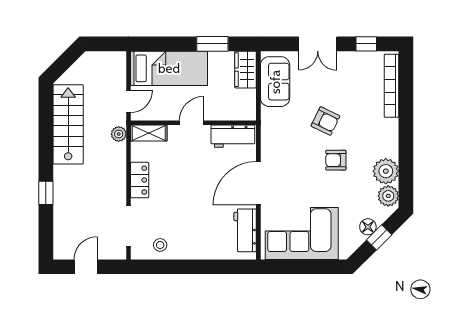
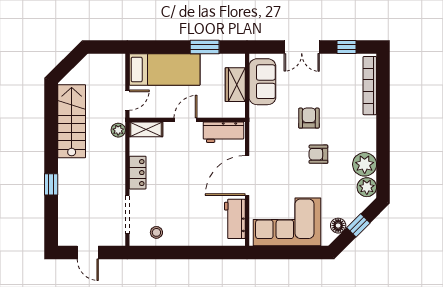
wardrobe: (245, 70) -> (235, 85), moved
armchair: (325, 121) -> (309, 118), turned -116
floor lamp: (368, 227) -> (338, 226), moved
door: (86, 267) -> (88, 252), swing flipped

